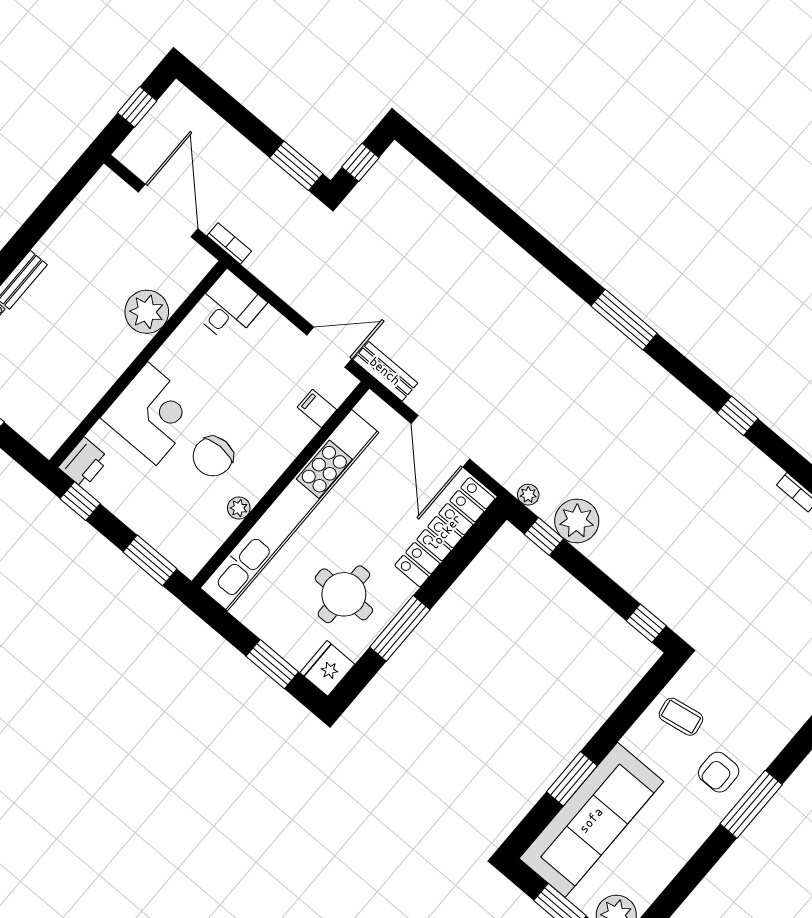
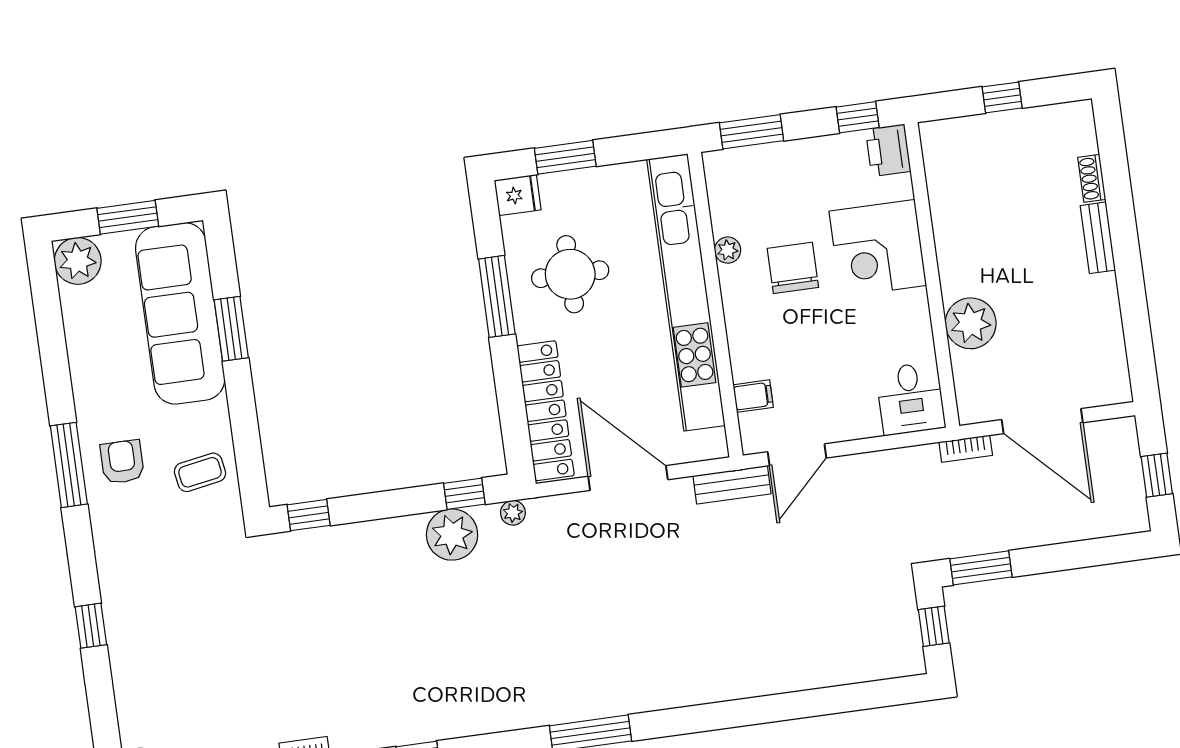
fridge: (327, 668) -> (518, 195), width x0.72

